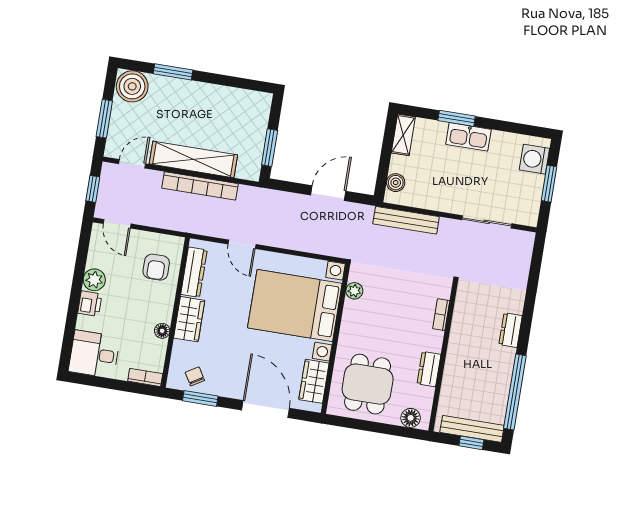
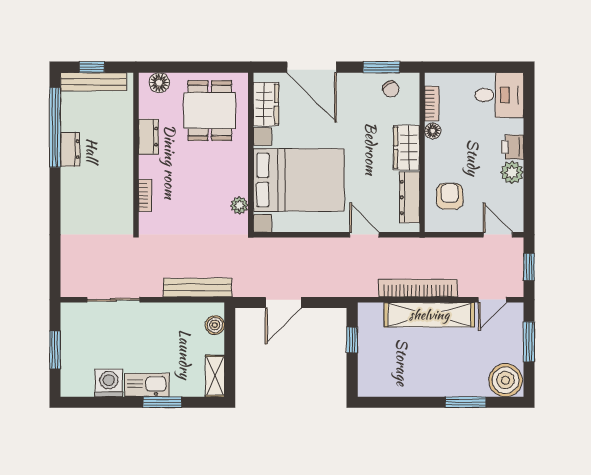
window: (270, 148) -> (352, 340), width x0.67
washing machine: (534, 159) -> (109, 383), moved, turned -90
dresser: (511, 330) -> (70, 149), moved
bookcase: (145, 377) -> (432, 104), moved, turned -90

